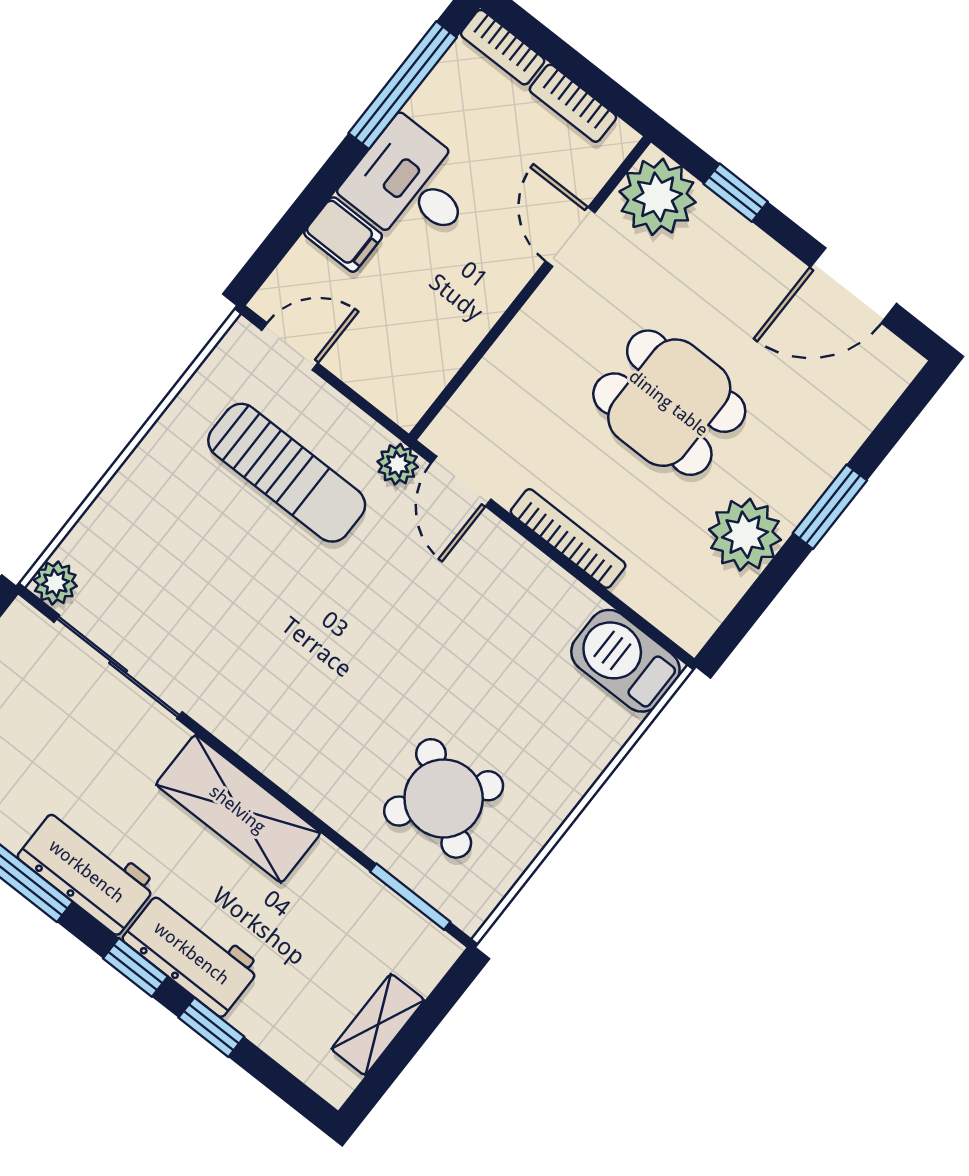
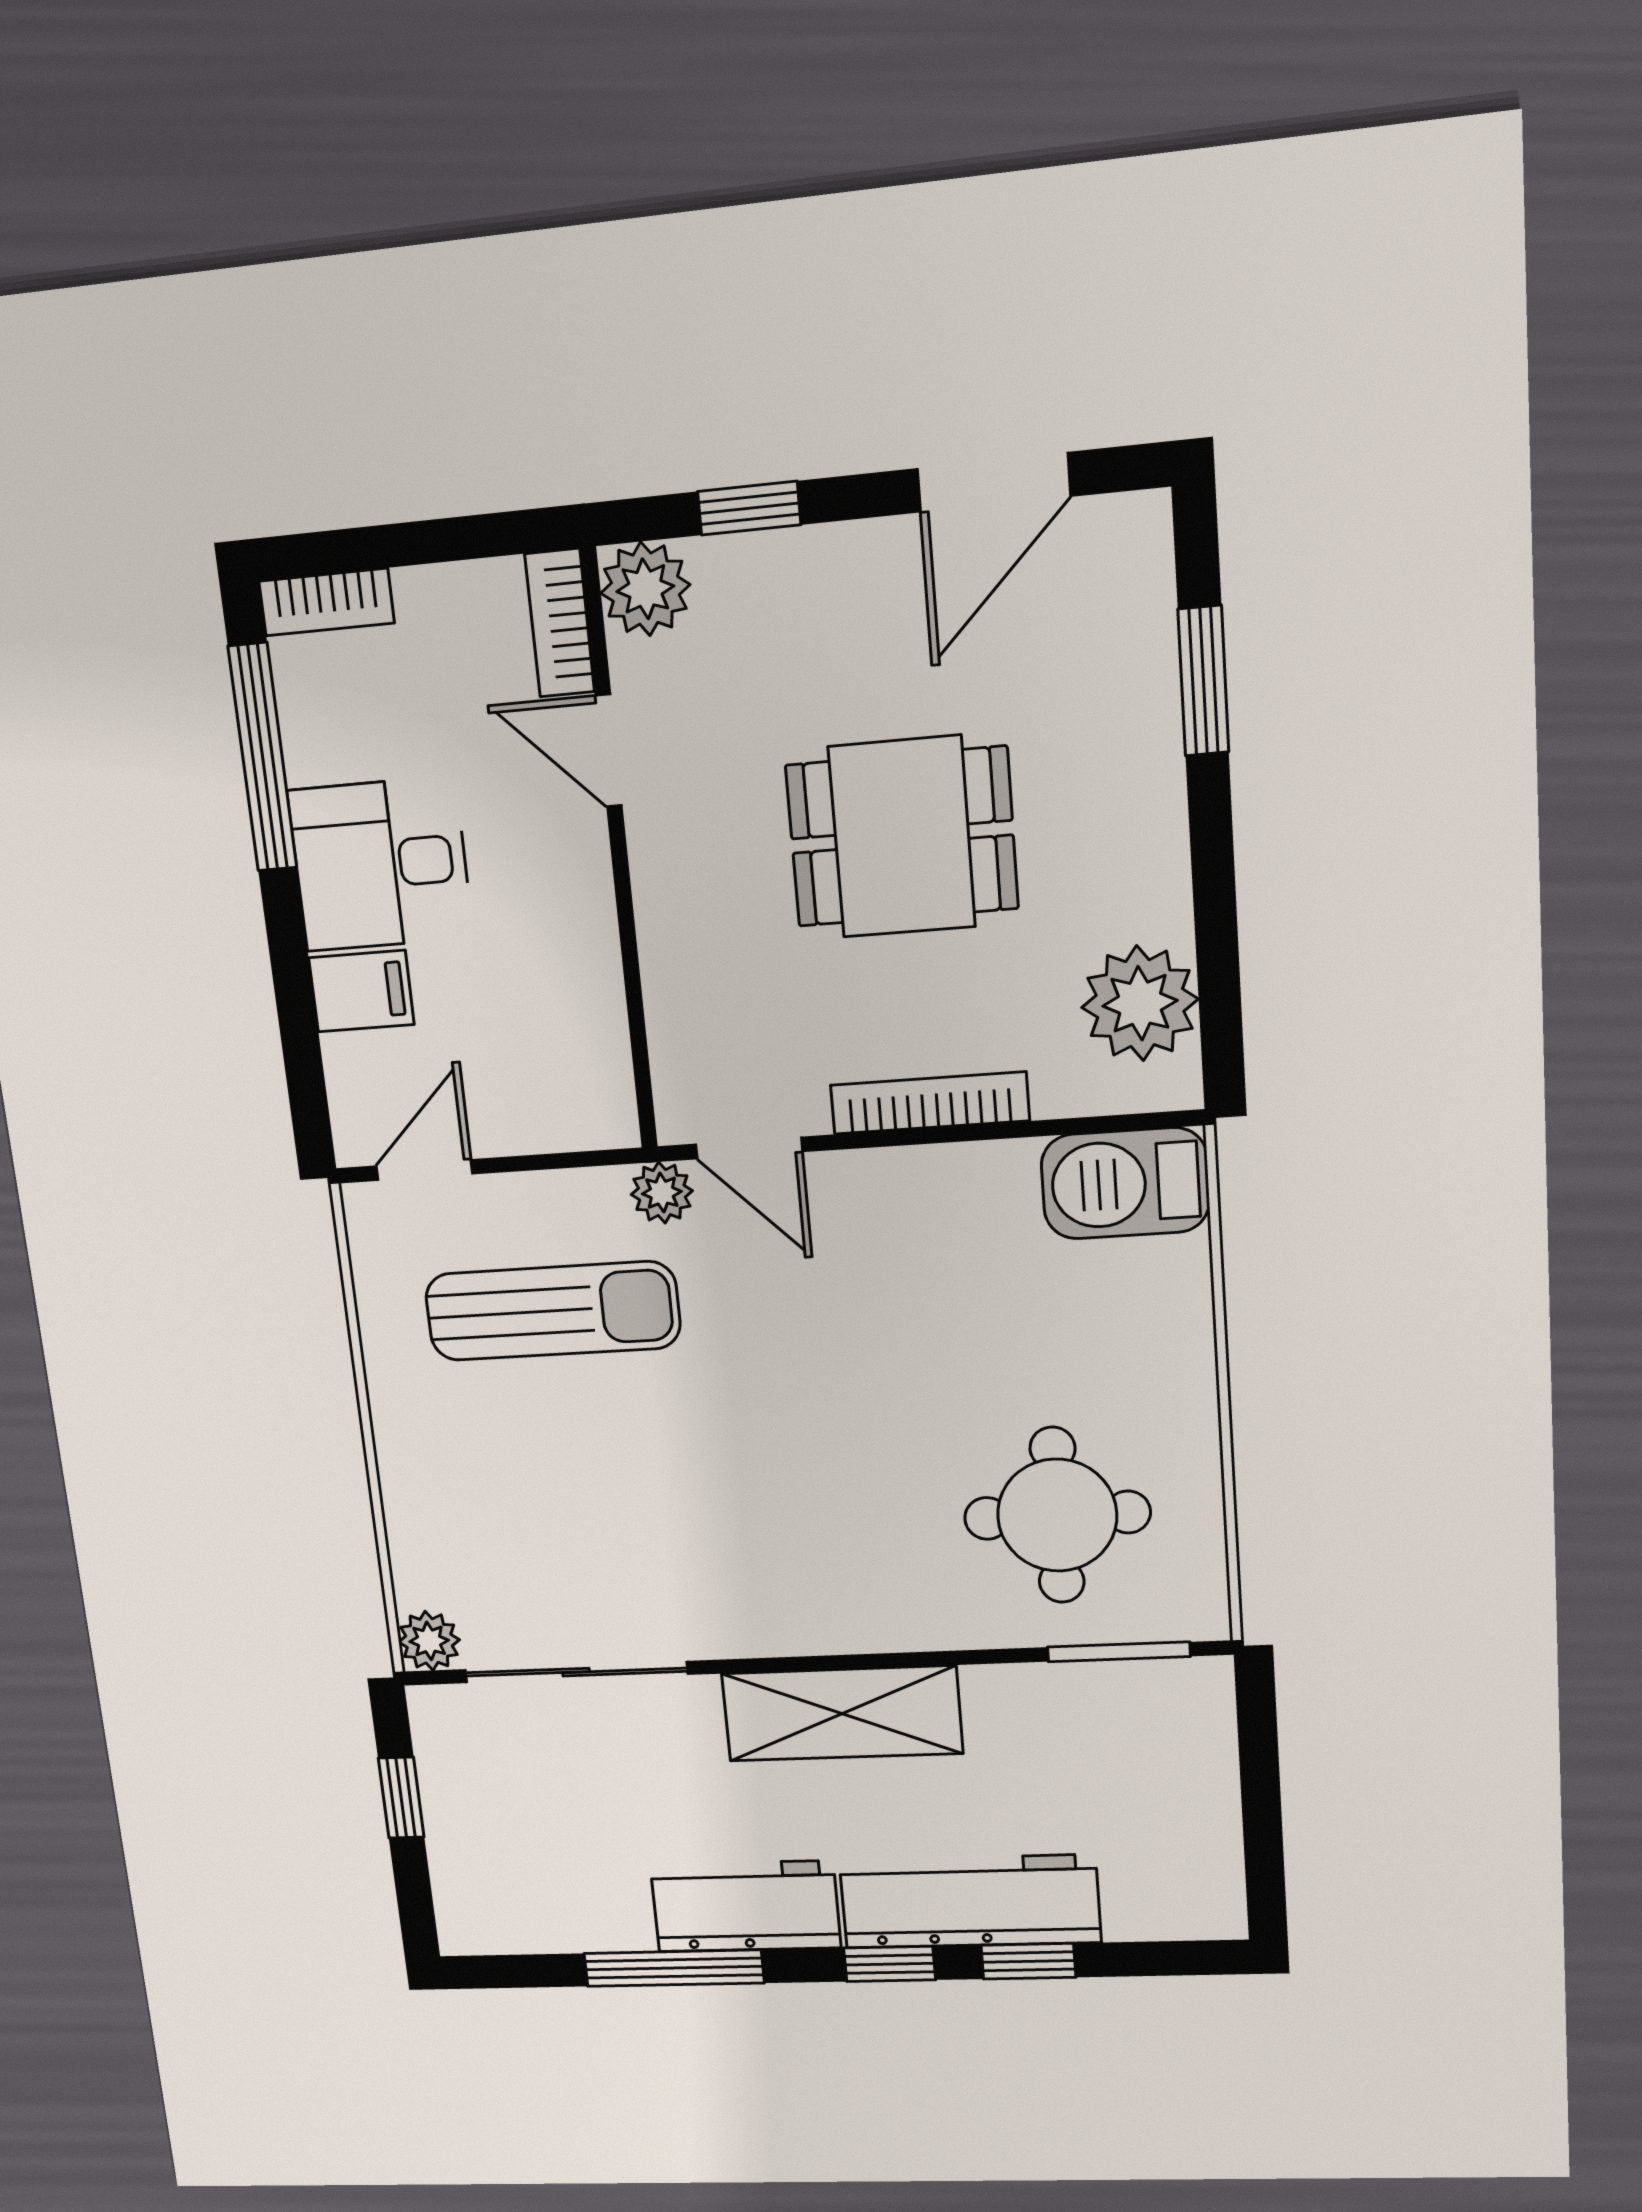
bookcase: (573, 103) -> (560, 623), moved, turned 90
plant: (658, 197) -> (645, 589), width x0.73, depth x0.73
window: (830, 507) -> (1203, 681), moved
plant: (745, 535) -> (1140, 1003), moved
round table: (444, 798) -> (1057, 1515), turned -36
workbench: (192, 953) -> (970, 1901), width x1.38
shelving: (378, 1025) -> (1209, 1816), removed

